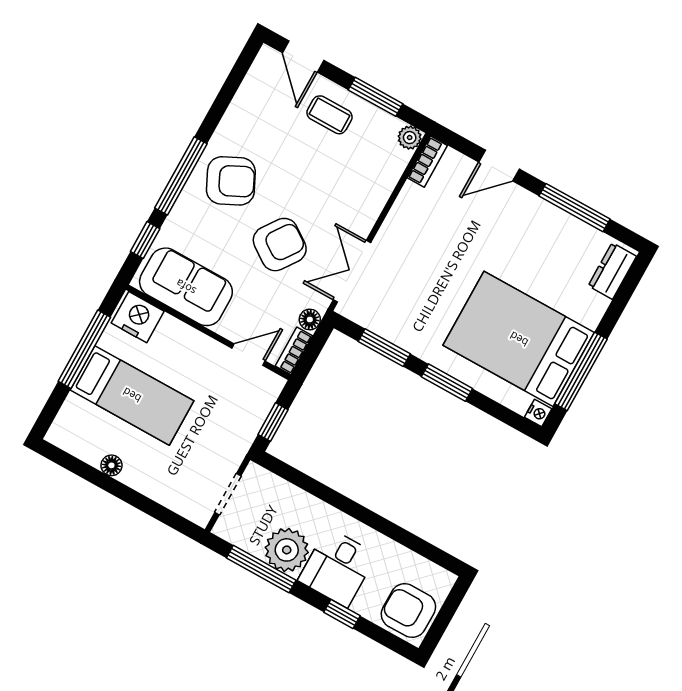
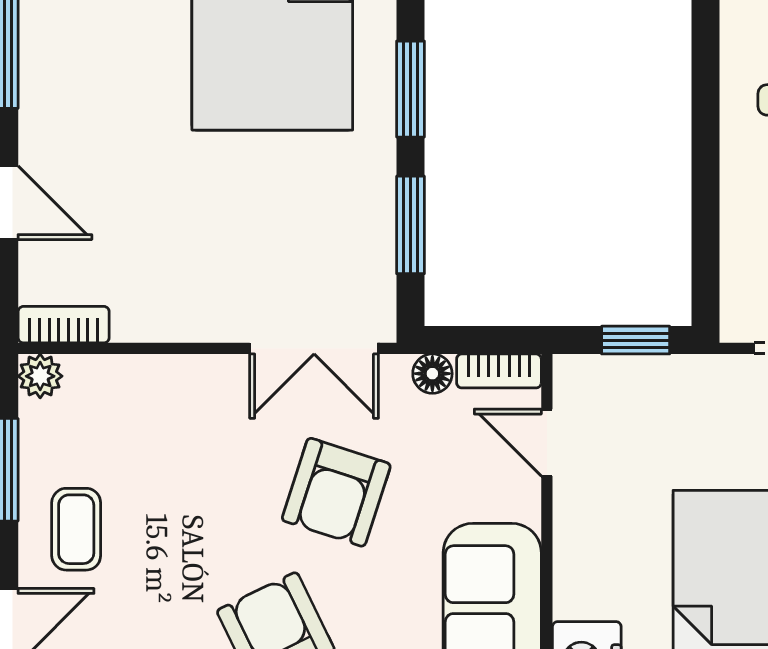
armchair: (280, 245) -> (336, 492), turned -107

